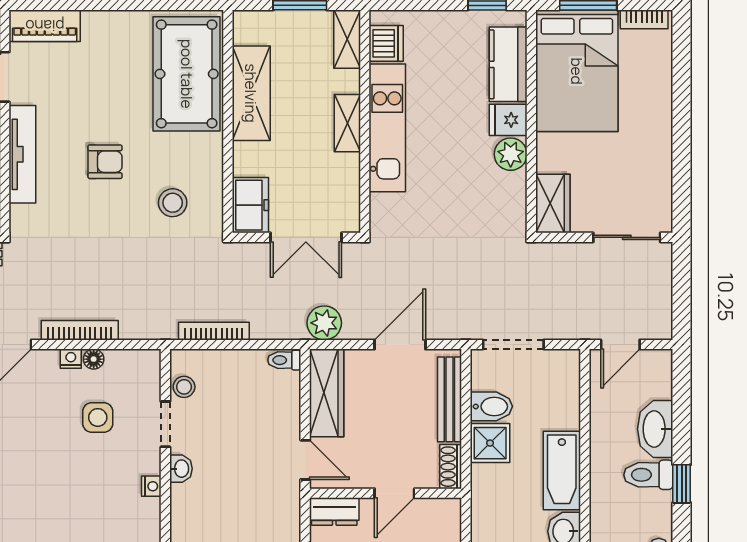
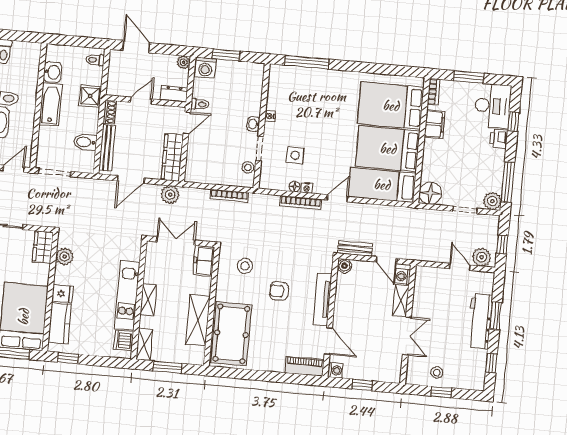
plant: (511, 154) -> (65, 257), moved
doorway: (513, 345) -> (54, 173), moved
toilet: (284, 360) -> (200, 104), moved
shower: (490, 443) -> (90, 96), moved
door: (305, 460) -> (187, 123), swing flipped

